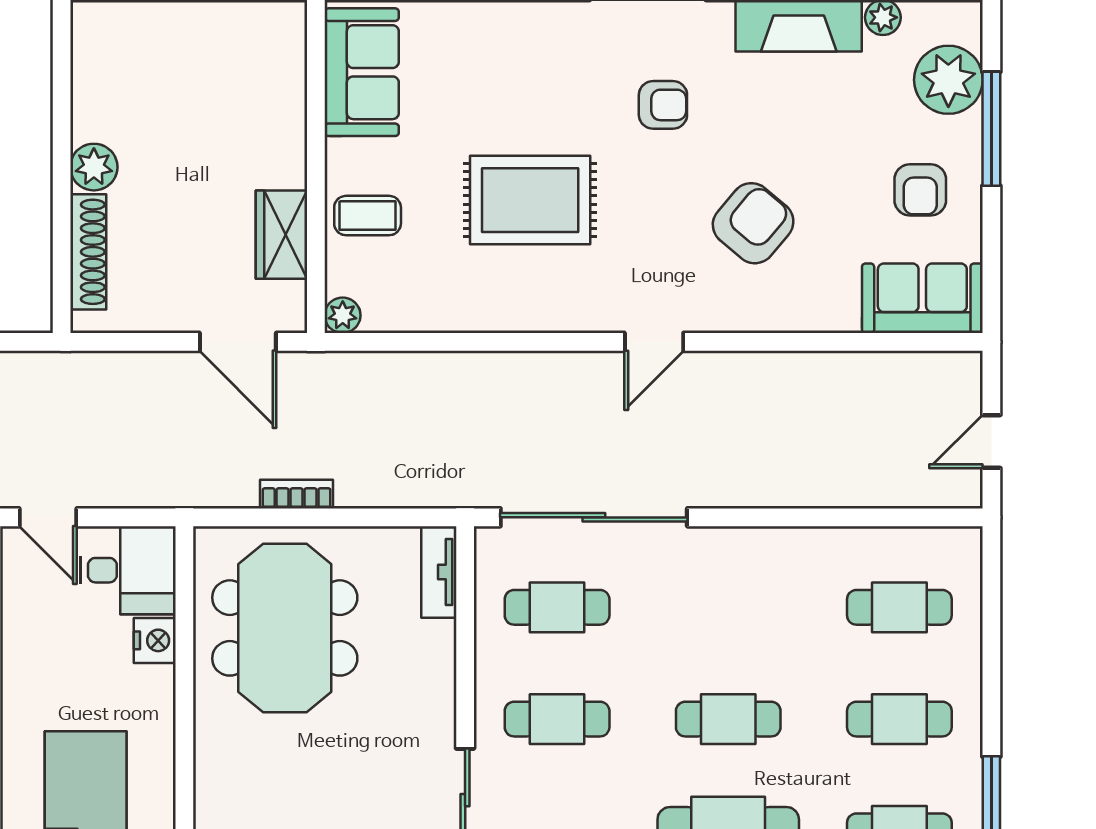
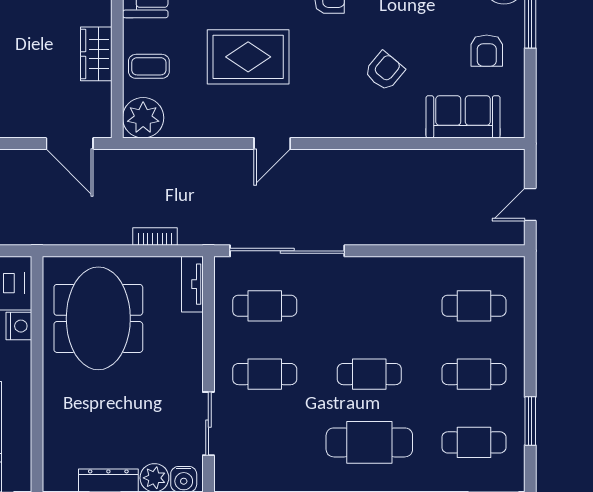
armchair: (753, 223) -> (385, 71), width x0.72, depth x0.72
wardrobe: (282, 235) -> (96, 54), moved
sofa: (922, 298) -> (463, 117), moved
plant: (343, 315) -> (143, 118), width x1.88, depth x1.88
door: (654, 342) -> (272, 144), moved
bookcase: (297, 494) -> (155, 237), moved

